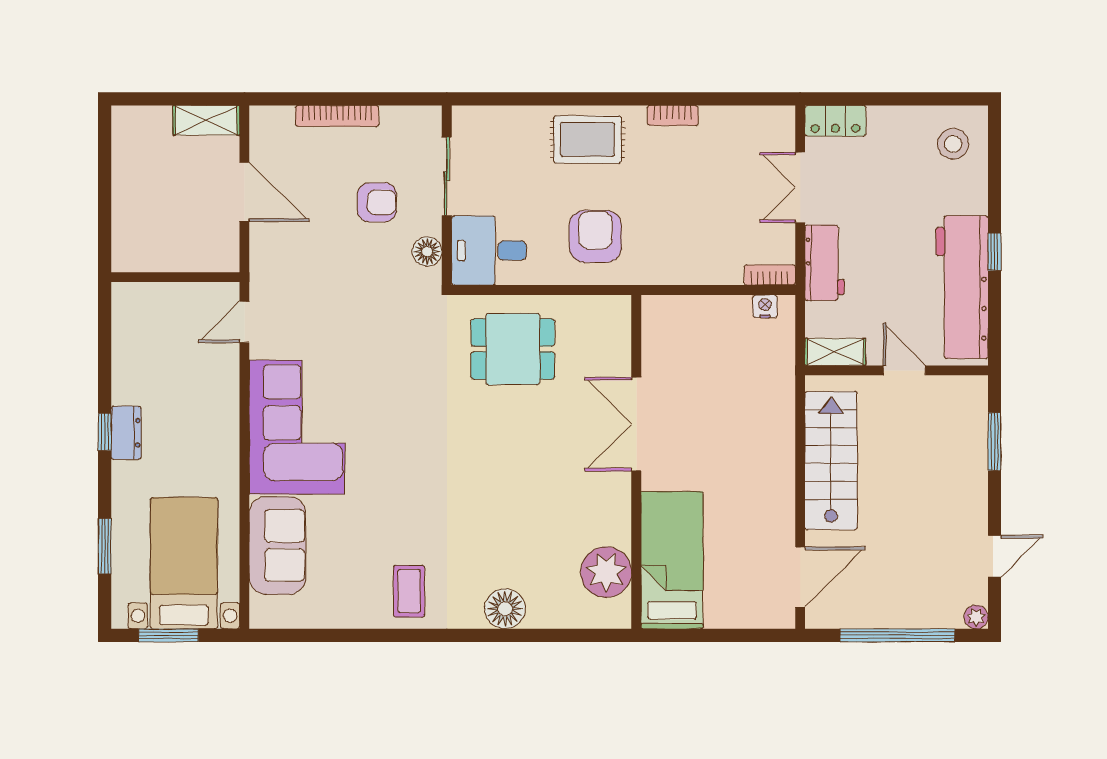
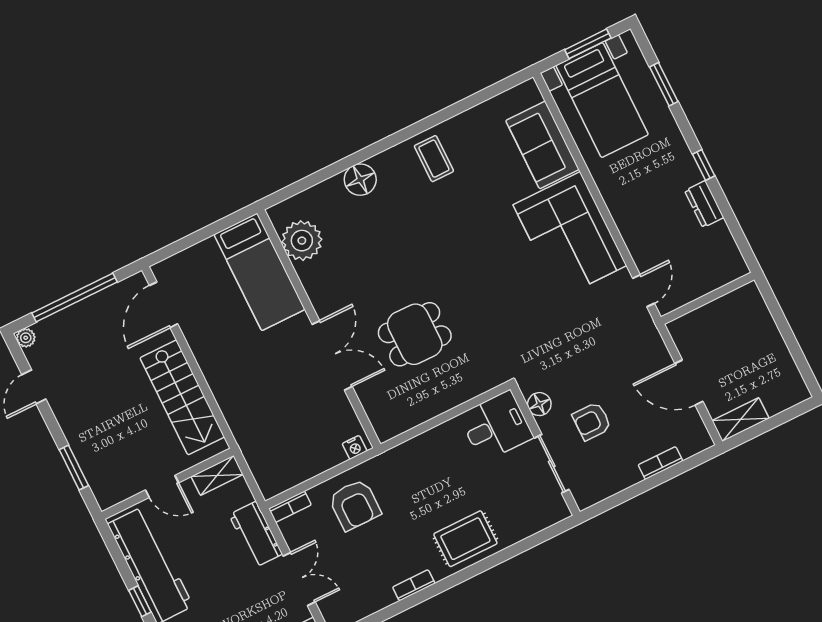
bookcase: (337, 116) -> (660, 463), width x0.64
armchair: (595, 237) -> (355, 505), moved
nightstand: (765, 306) -> (355, 447), moved
dining table: (513, 349) -> (415, 334), moved
dresser: (126, 433) -> (704, 204), moved

